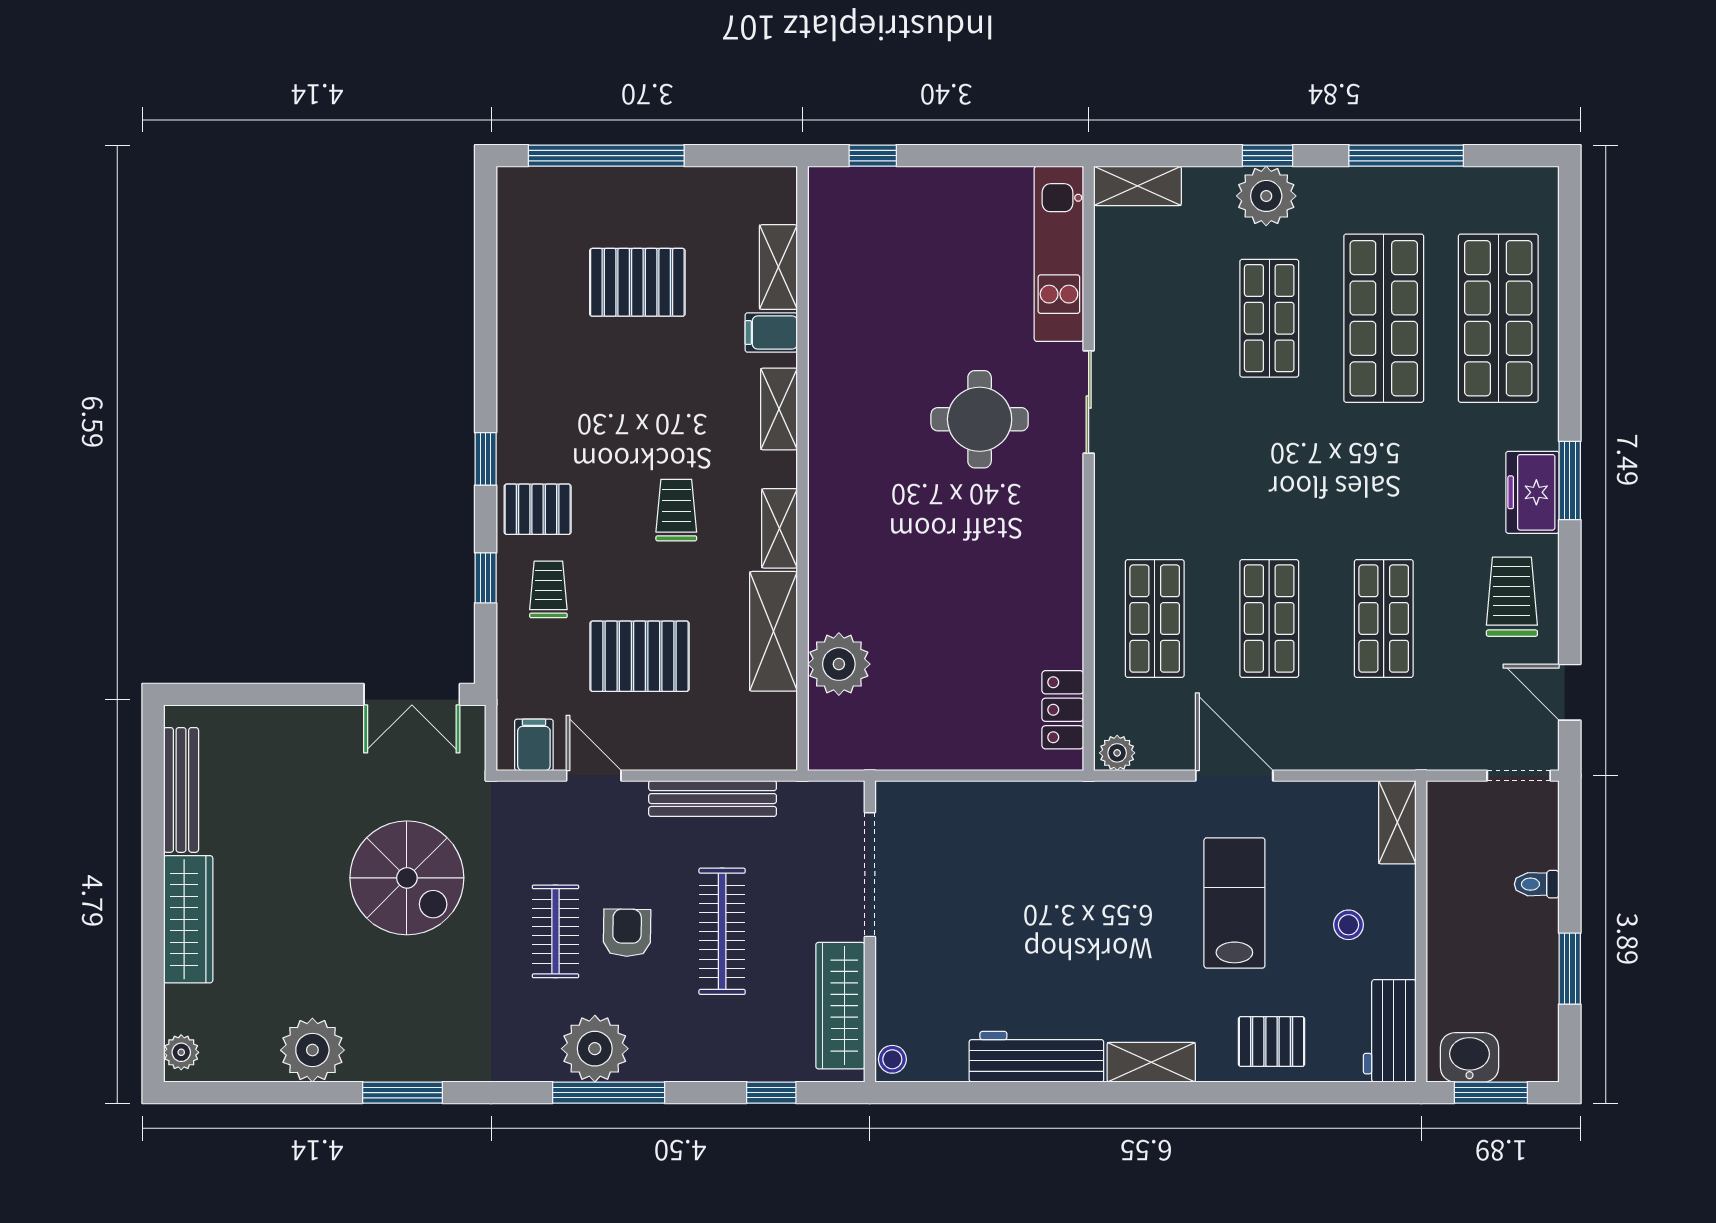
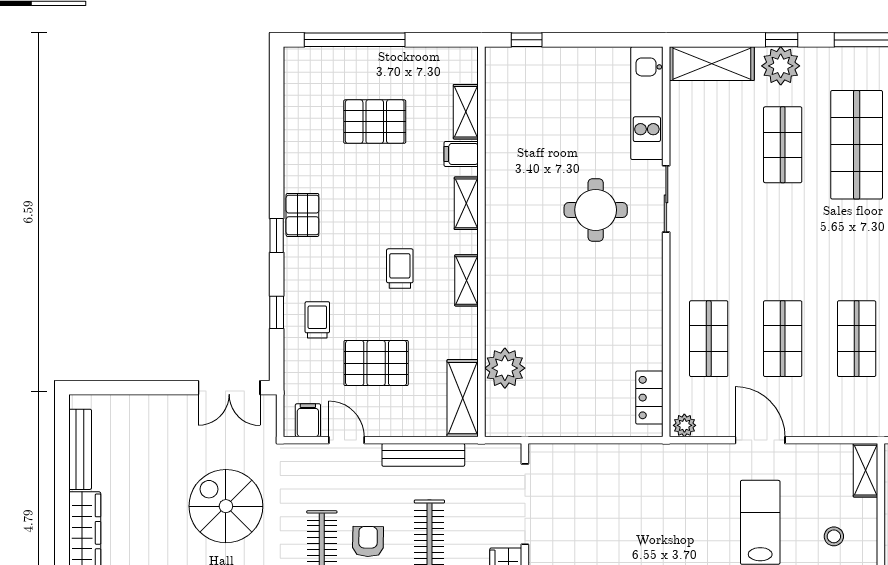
shelving: (1138, 186) -> (712, 64), width x1.50, depth x1.33
pallet: (538, 509) -> (302, 215), moved, turned 90
shelving: (773, 631) -> (463, 398), moved
spiral stairs: (407, 878) -> (226, 506), turned 180

